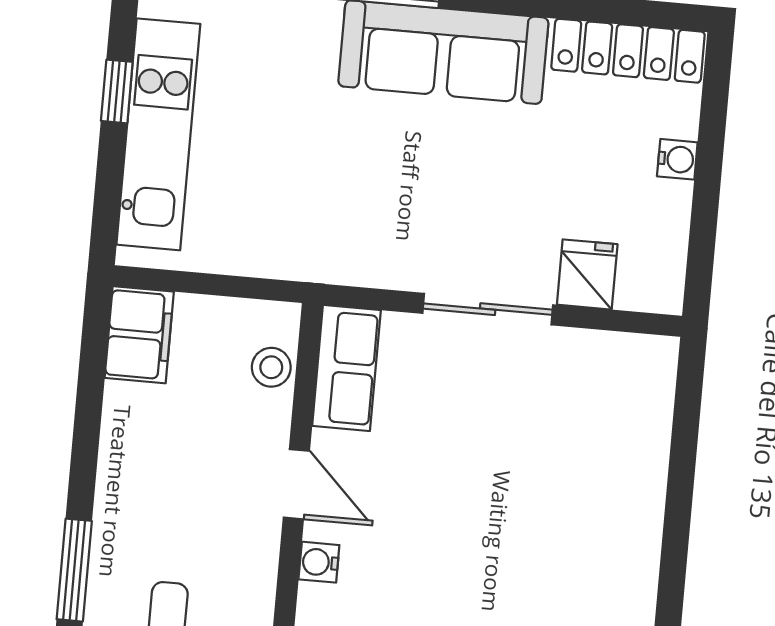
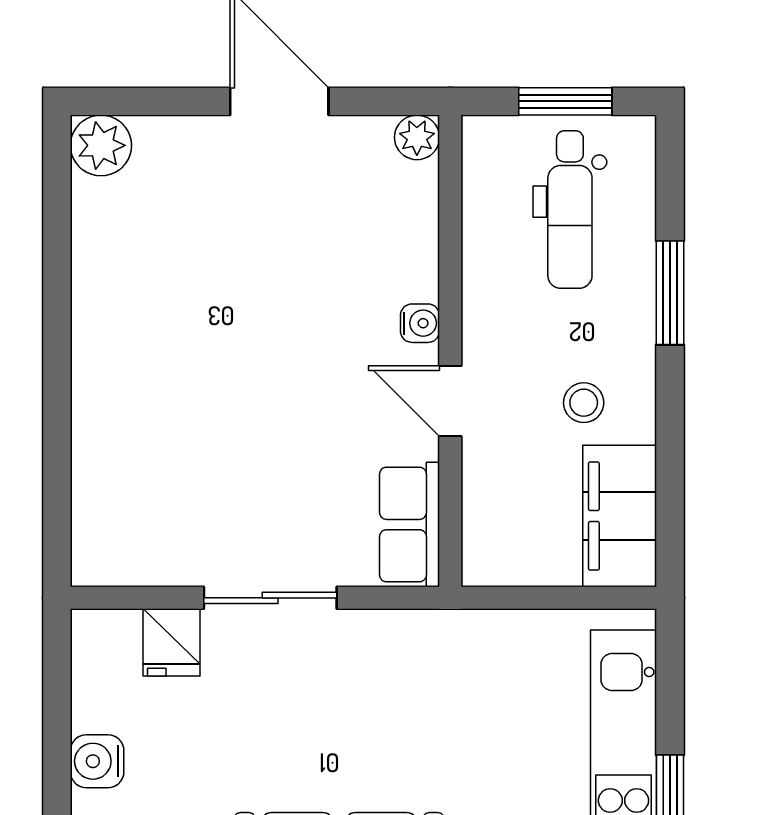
water cooler: (677, 159) -> (97, 761), width x1.38, depth x1.38
filing cabinet: (139, 335) -> (620, 516), width x1.50, depth x1.17
stool: (271, 367) -> (584, 403), moved

